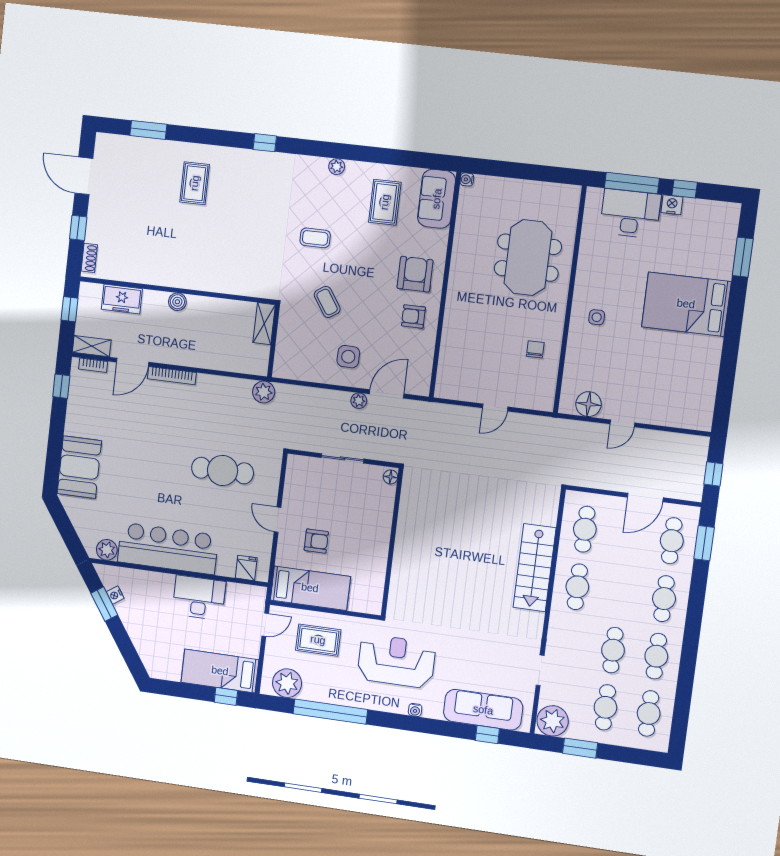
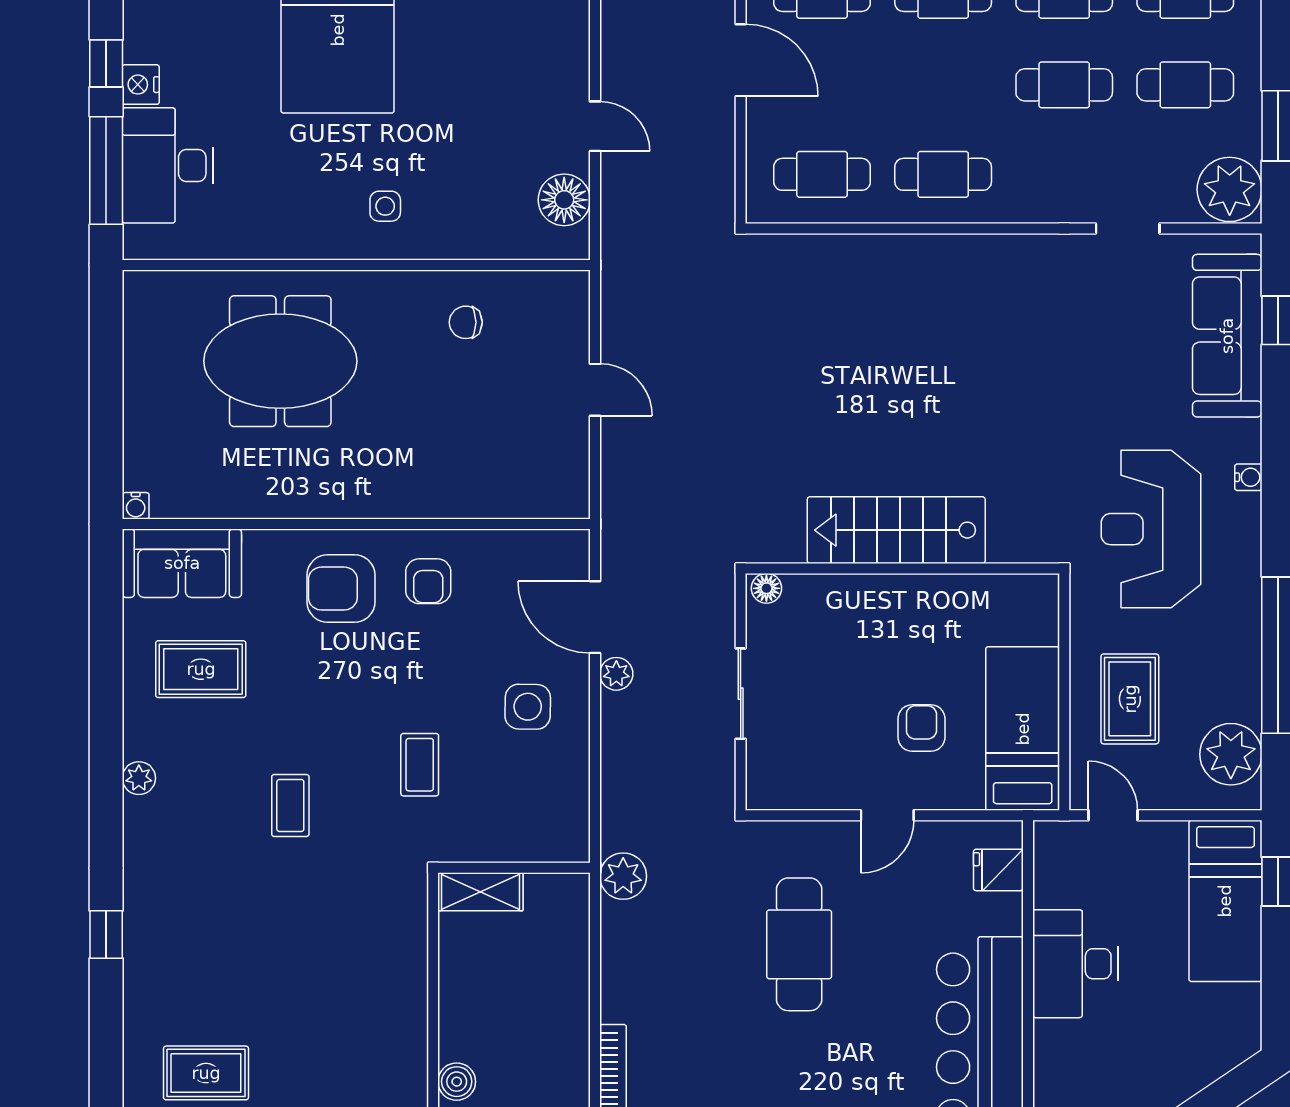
coffee table: (327, 302) -> (420, 765), turned -56
stairs: (535, 568) -> (896, 530), moved, turned 180

